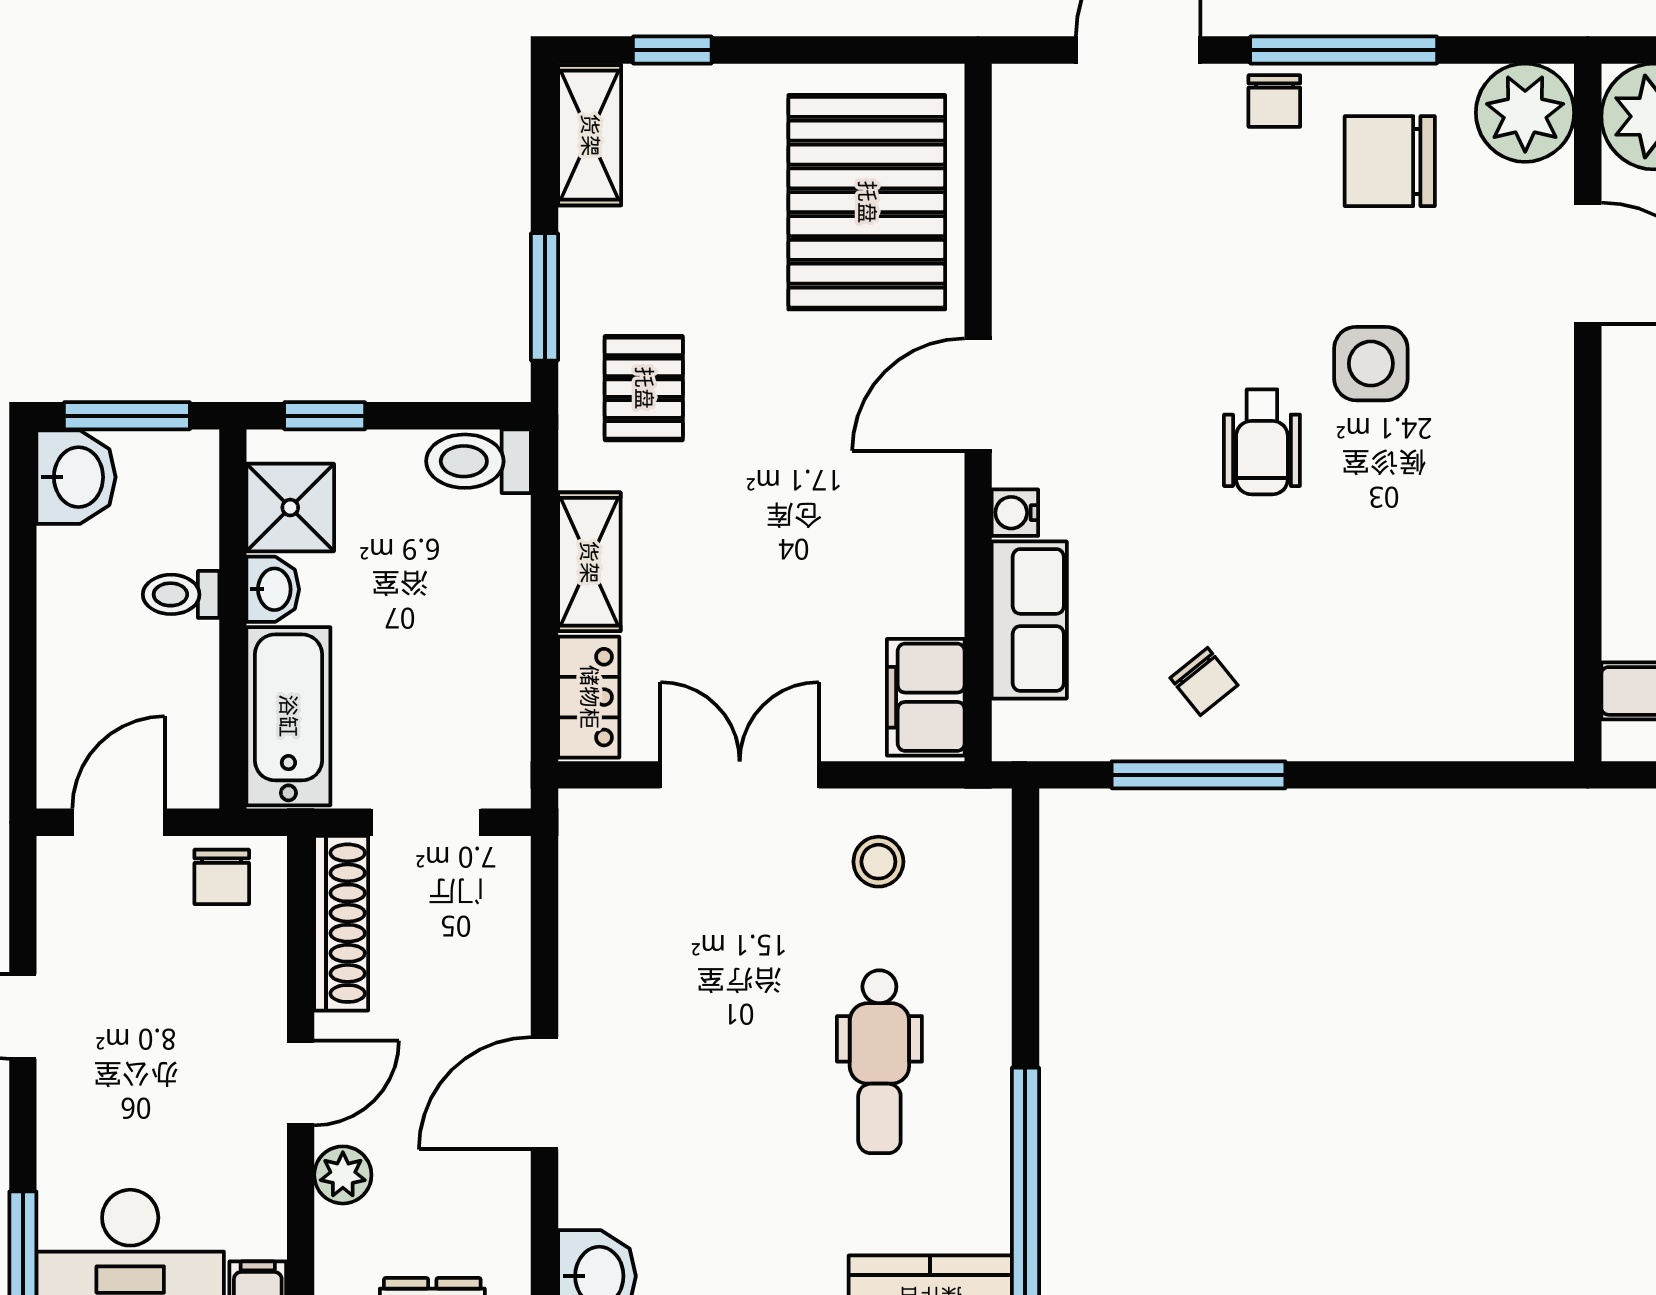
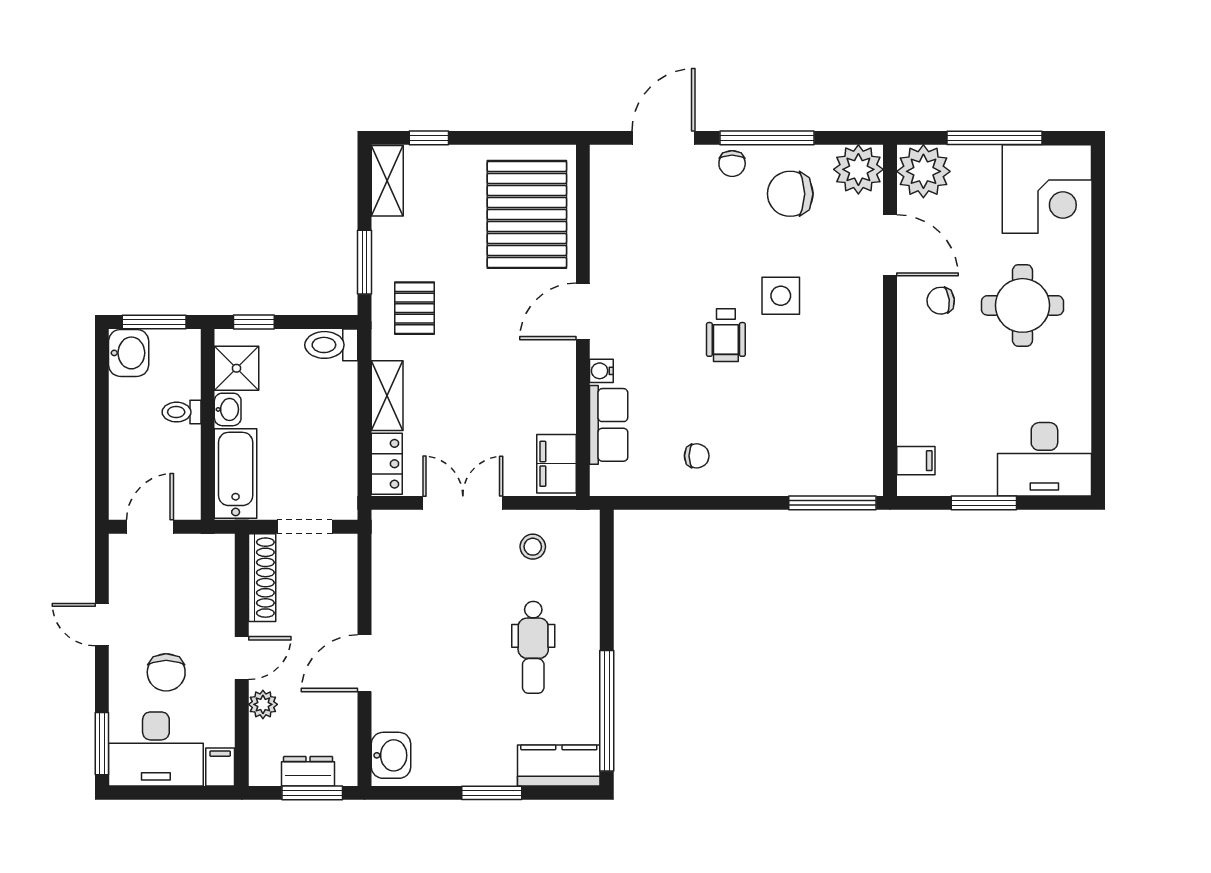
chair: (1204, 681) -> (697, 456), turned -51
window: (1198, 775) -> (832, 503), moved
chair: (222, 877) -> (166, 672), moved, width x1.37, depth x1.37

